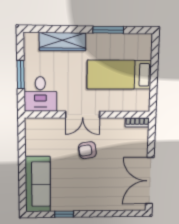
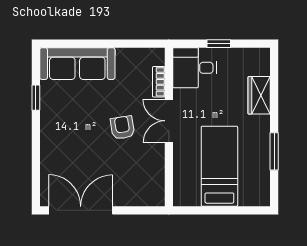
wardrobe: (63, 42) -> (259, 95), width x0.67
window: (21, 74) -> (219, 44), width x0.67
bookcase: (137, 122) -> (159, 82), moved

